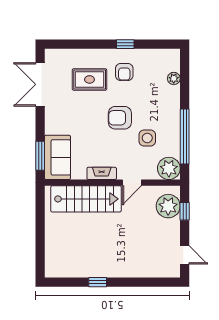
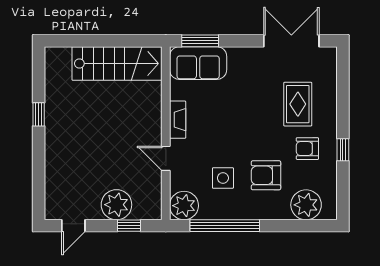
plant: (174, 78) -> (306, 205), width x1.87, depth x1.87
armchair: (120, 118) -> (266, 175), moved, turned -90
stairs: (86, 199) -> (117, 64), moved, turned -90
plant: (168, 206) -> (116, 205), moved

